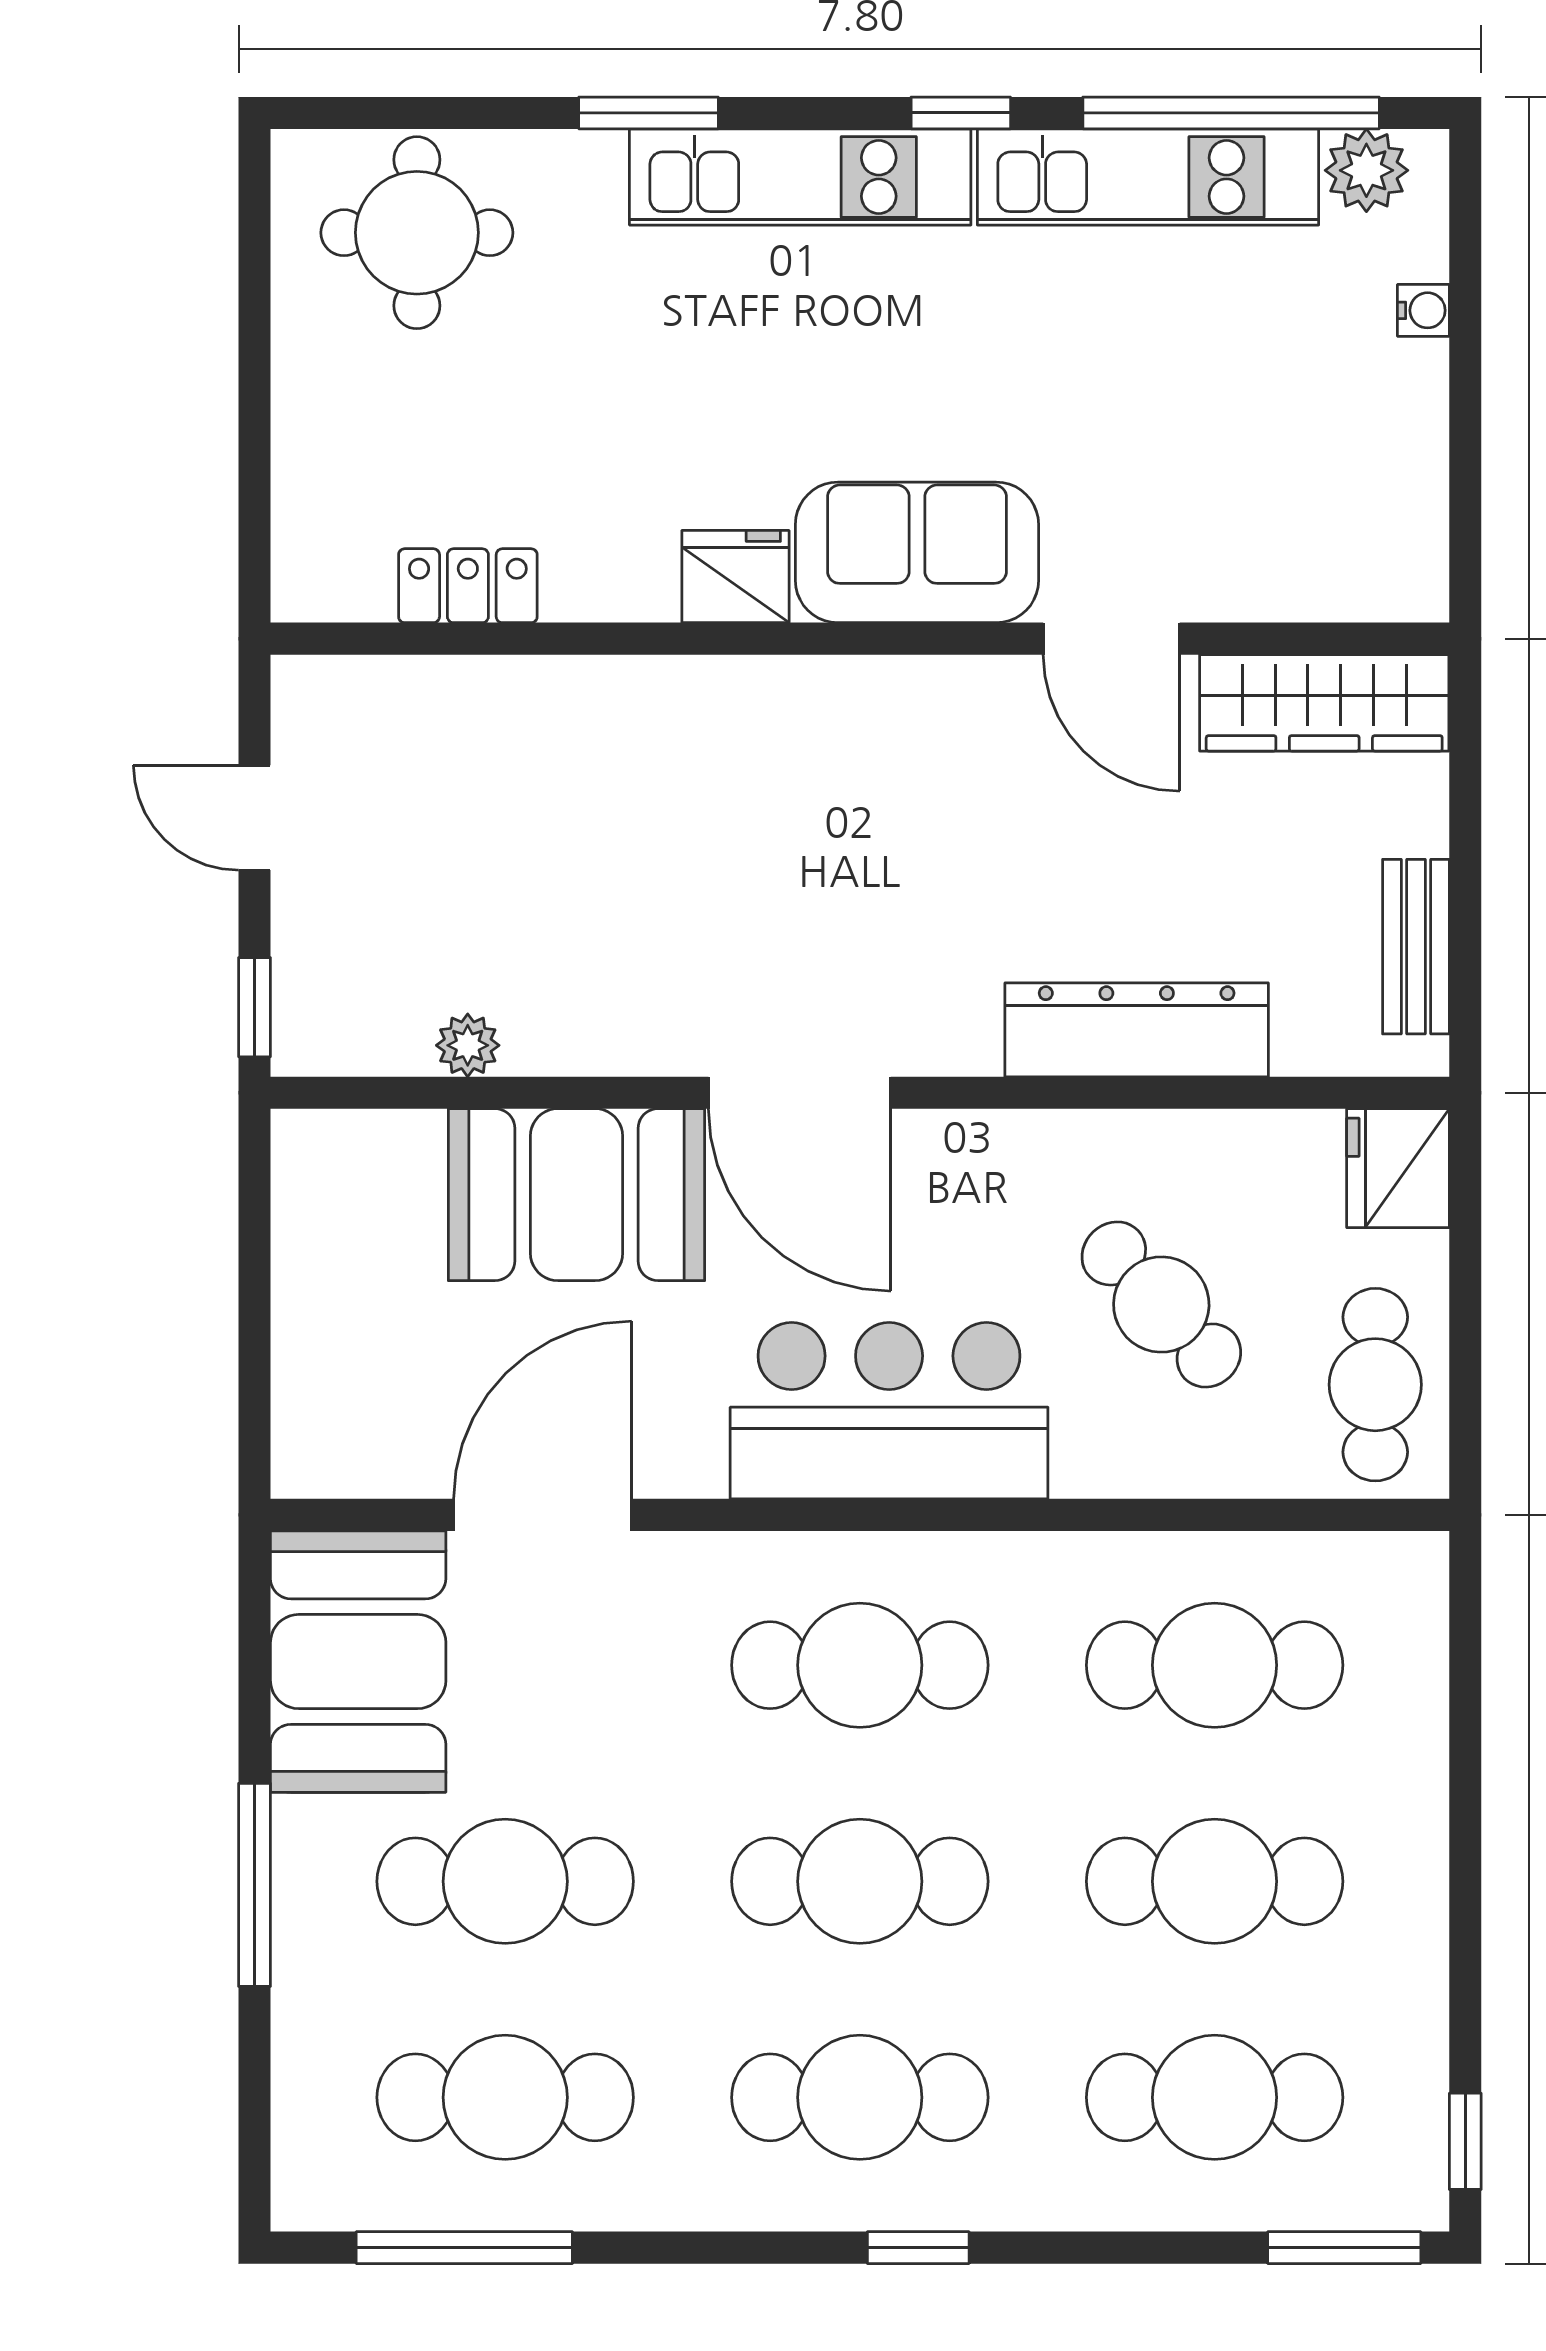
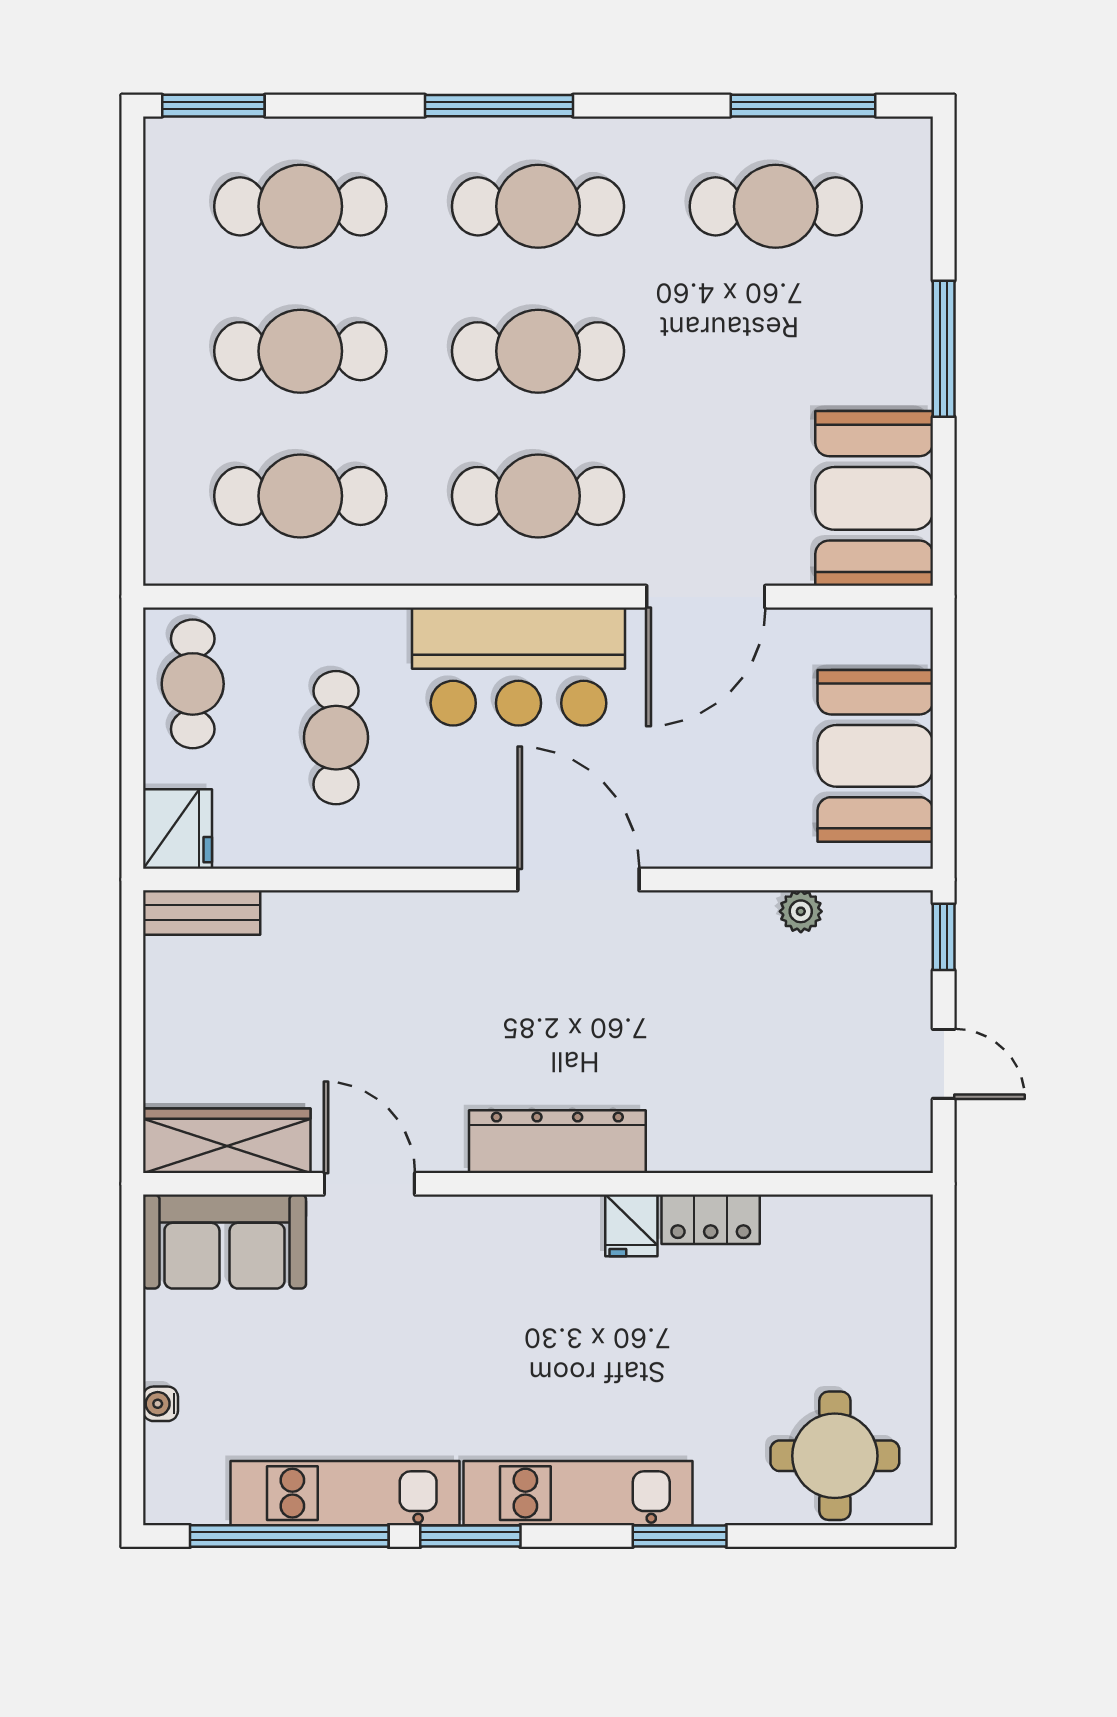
window: (961, 113) -> (470, 1536), width x1.50
plant: (1366, 170) -> (199, 1498), removed
sofa: (917, 552) -> (225, 1242), moved
fridge: (735, 577) -> (631, 1225), width x0.72
locker: (468, 586) -> (711, 1219), moved
bench: (1416, 947) -> (202, 913), moved, turned 90
dresser: (1137, 1030) -> (557, 1142), moved, turned 180
booth: (576, 1195) -> (875, 756), moved, turned 90
cafe table: (1161, 1304) -> (336, 738), turned 43
door: (543, 1515) -> (706, 597), moved
cafe table: (505, 1881) -> (776, 351), removed
window: (1465, 2141) -> (132, 177), removed
window: (918, 2248) -> (499, 106), width x2.17

